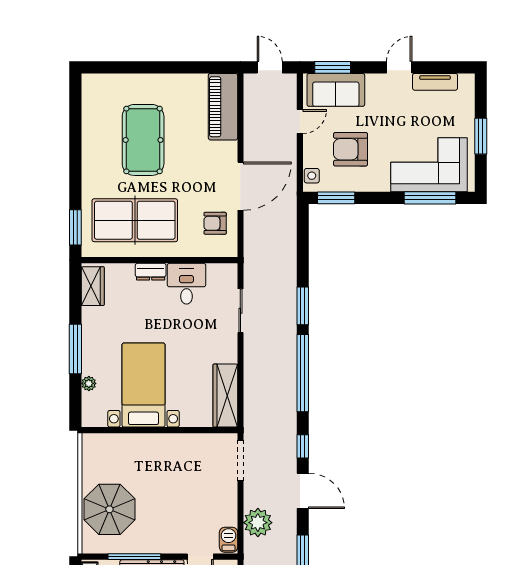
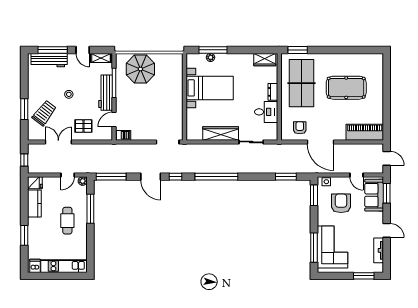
door: (270, 67) -> (387, 158), hinge flipped
window: (481, 136) -> (364, 276), moved
window: (303, 306) -> (286, 177), moved
window: (75, 349) -> (213, 50), moved
wardrobe: (225, 396) -> (221, 133), moved
door: (303, 491) -> (151, 177), hinge flipped
plant: (258, 523) -> (133, 152), removed

